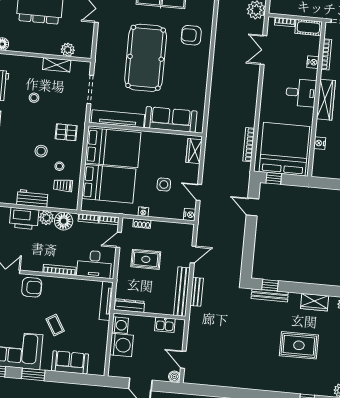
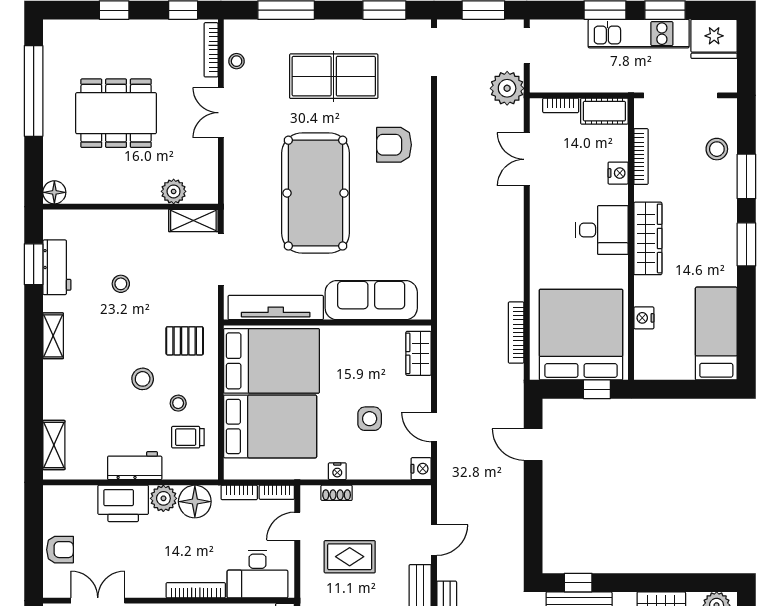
shelving: (57, 65) -> (193, 221), moved
window: (274, 178) -> (597, 389), moved

